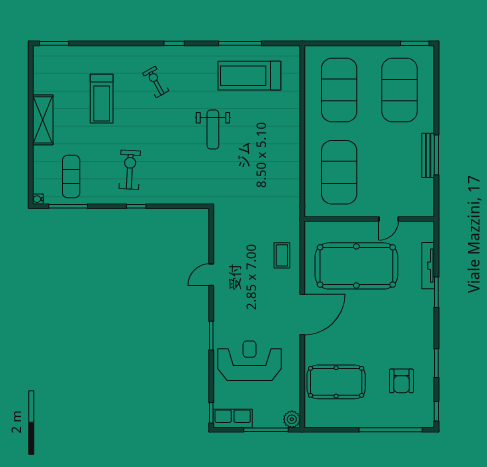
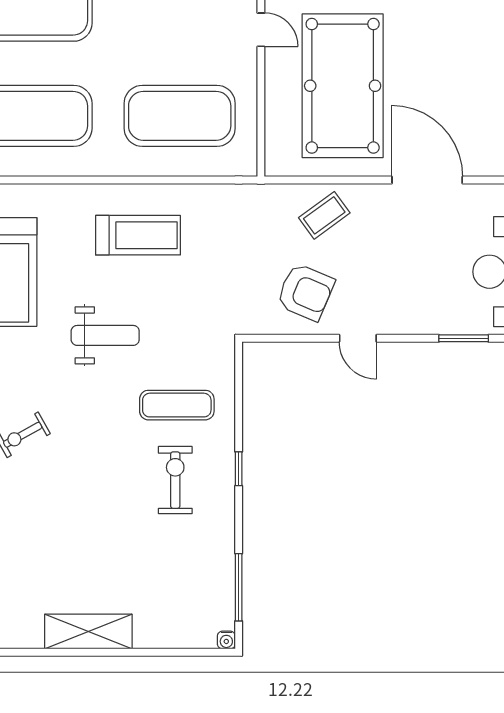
treadmill: (102, 99) -> (138, 235), moved
exercise bike: (130, 170) -> (175, 480), turned 87
exercise mat: (71, 177) -> (177, 405), moved
armchair: (238, 245) -> (305, 292), added
coffee table: (282, 255) -> (324, 215), turned -36

